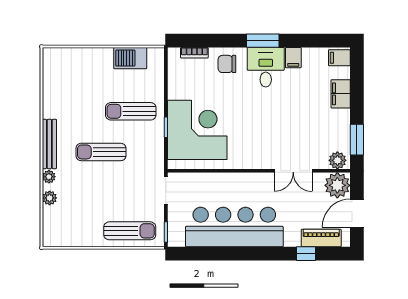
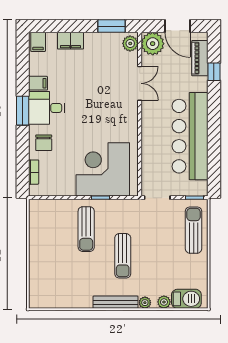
barbecue: (130, 58) -> (186, 299), moved, turned -90

